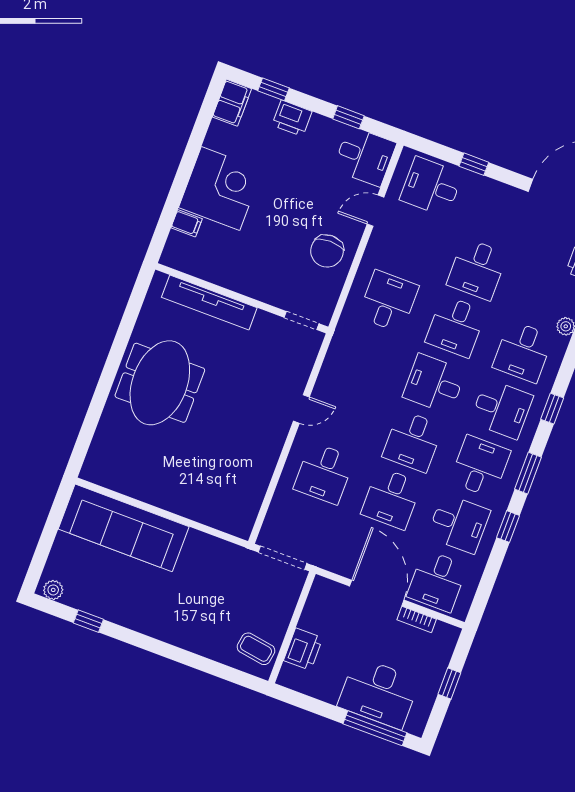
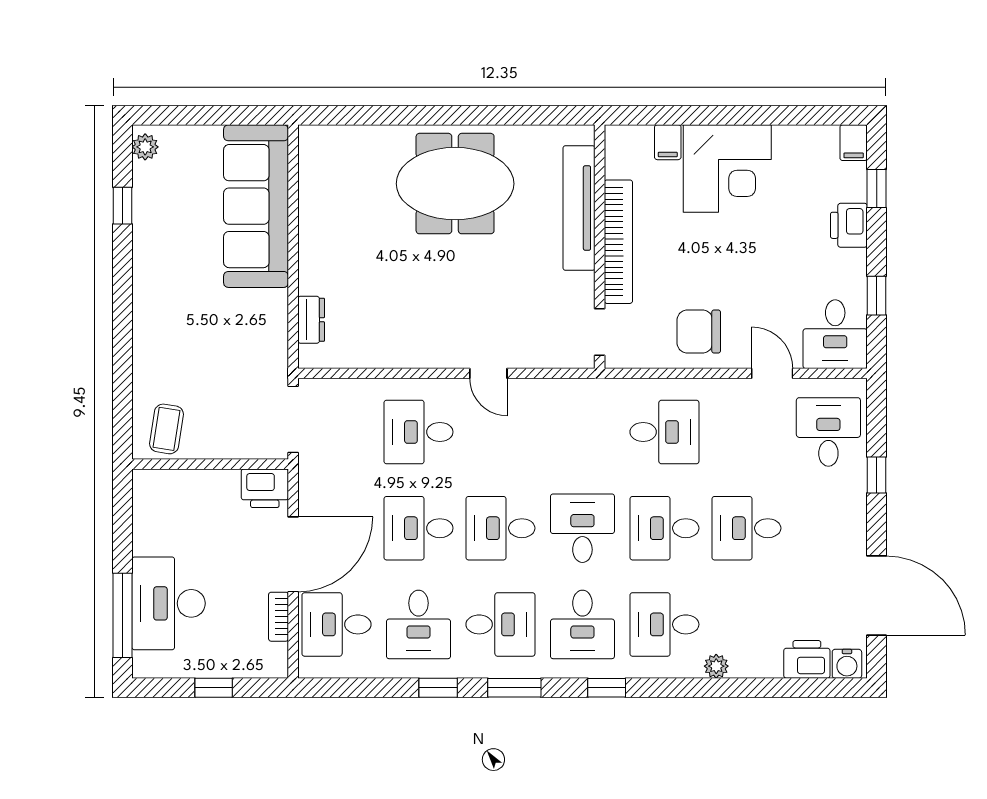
filing cabinet: (232, 103) -> (854, 143), width x0.50
bookcase: (243, 284) -> (618, 242), added
dresser: (217, 519) -> (311, 320), added
printer: (303, 649) -> (265, 488), moved

